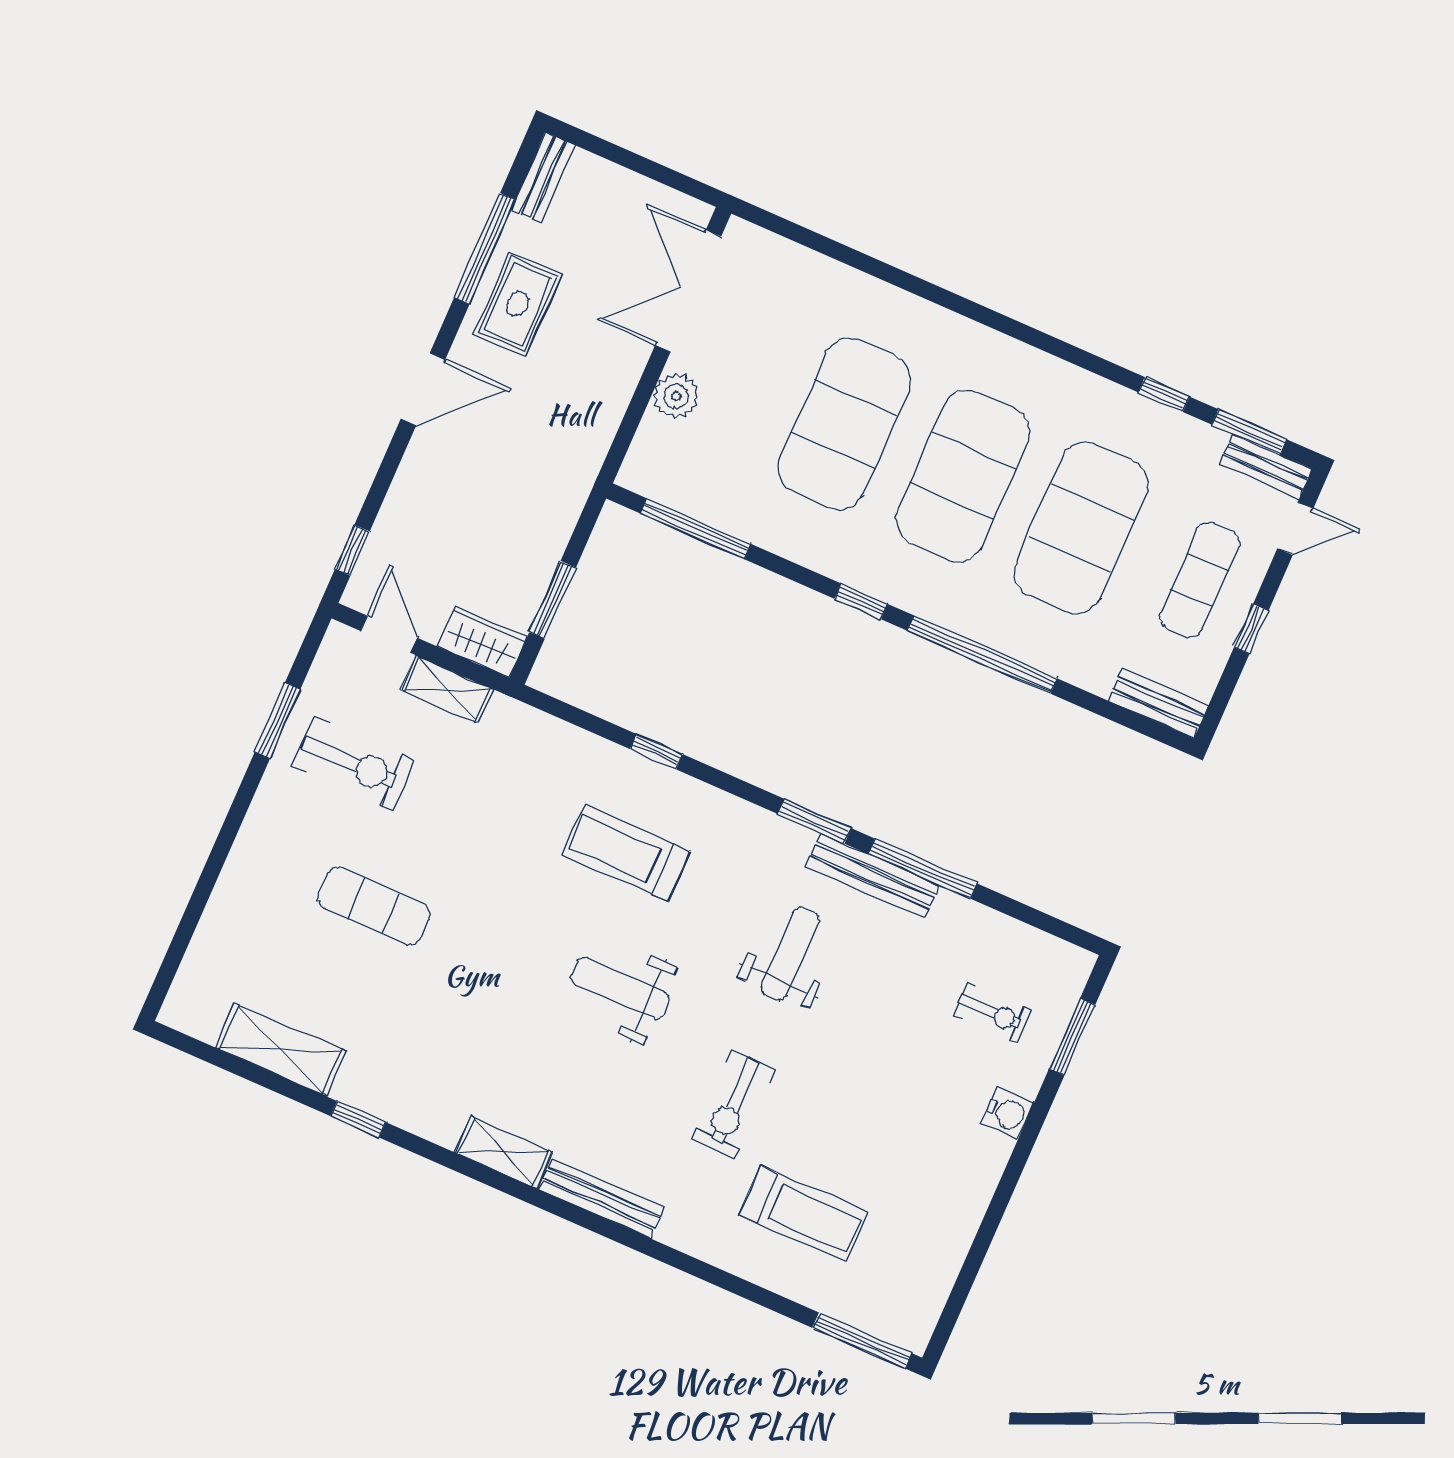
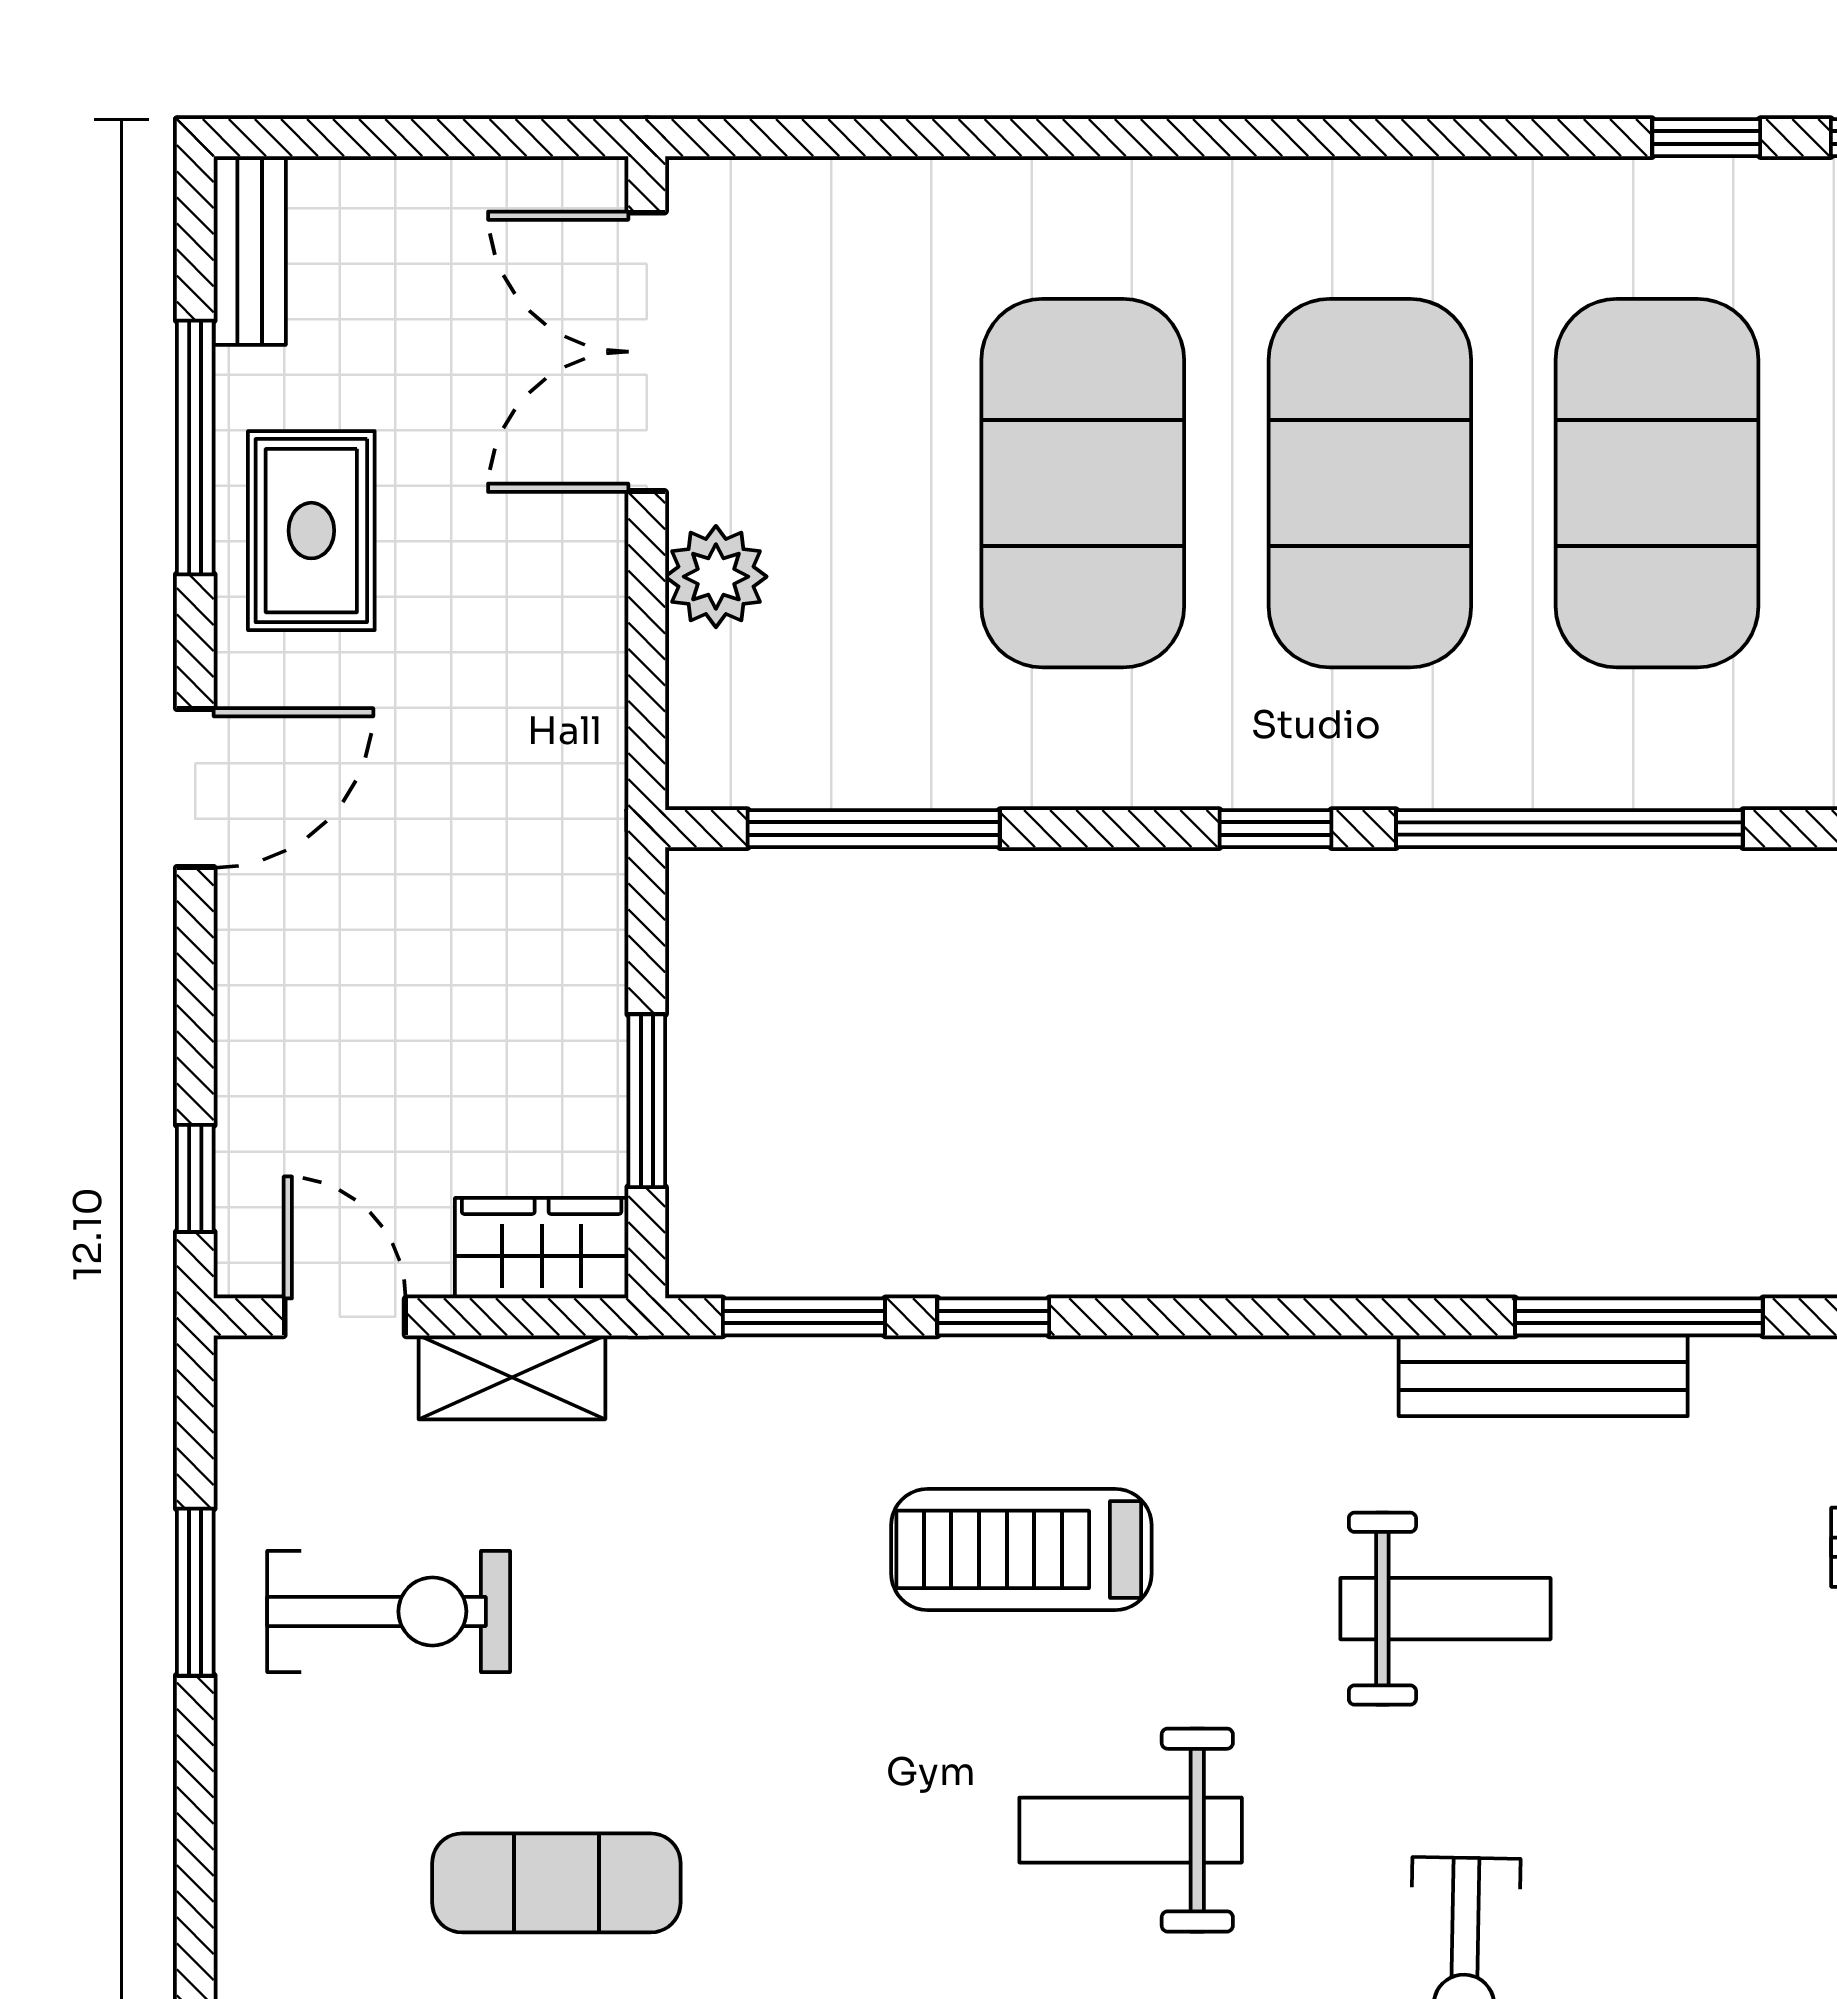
window: (814, 821) -> (804, 1317), moved
weight bench: (790, 954) -> (1445, 1609), turned 90

